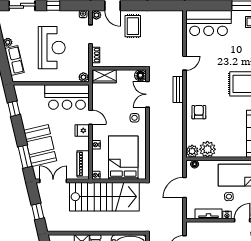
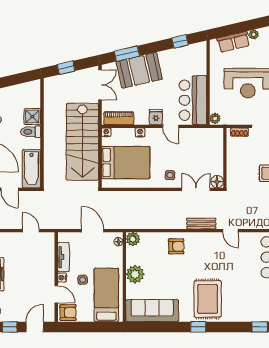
wardrobe: (105, 76) -> (216, 142), removed
door: (91, 117) -> (171, 126), hinge flipped
plant: (207, 149) -> (135, 274), moved

